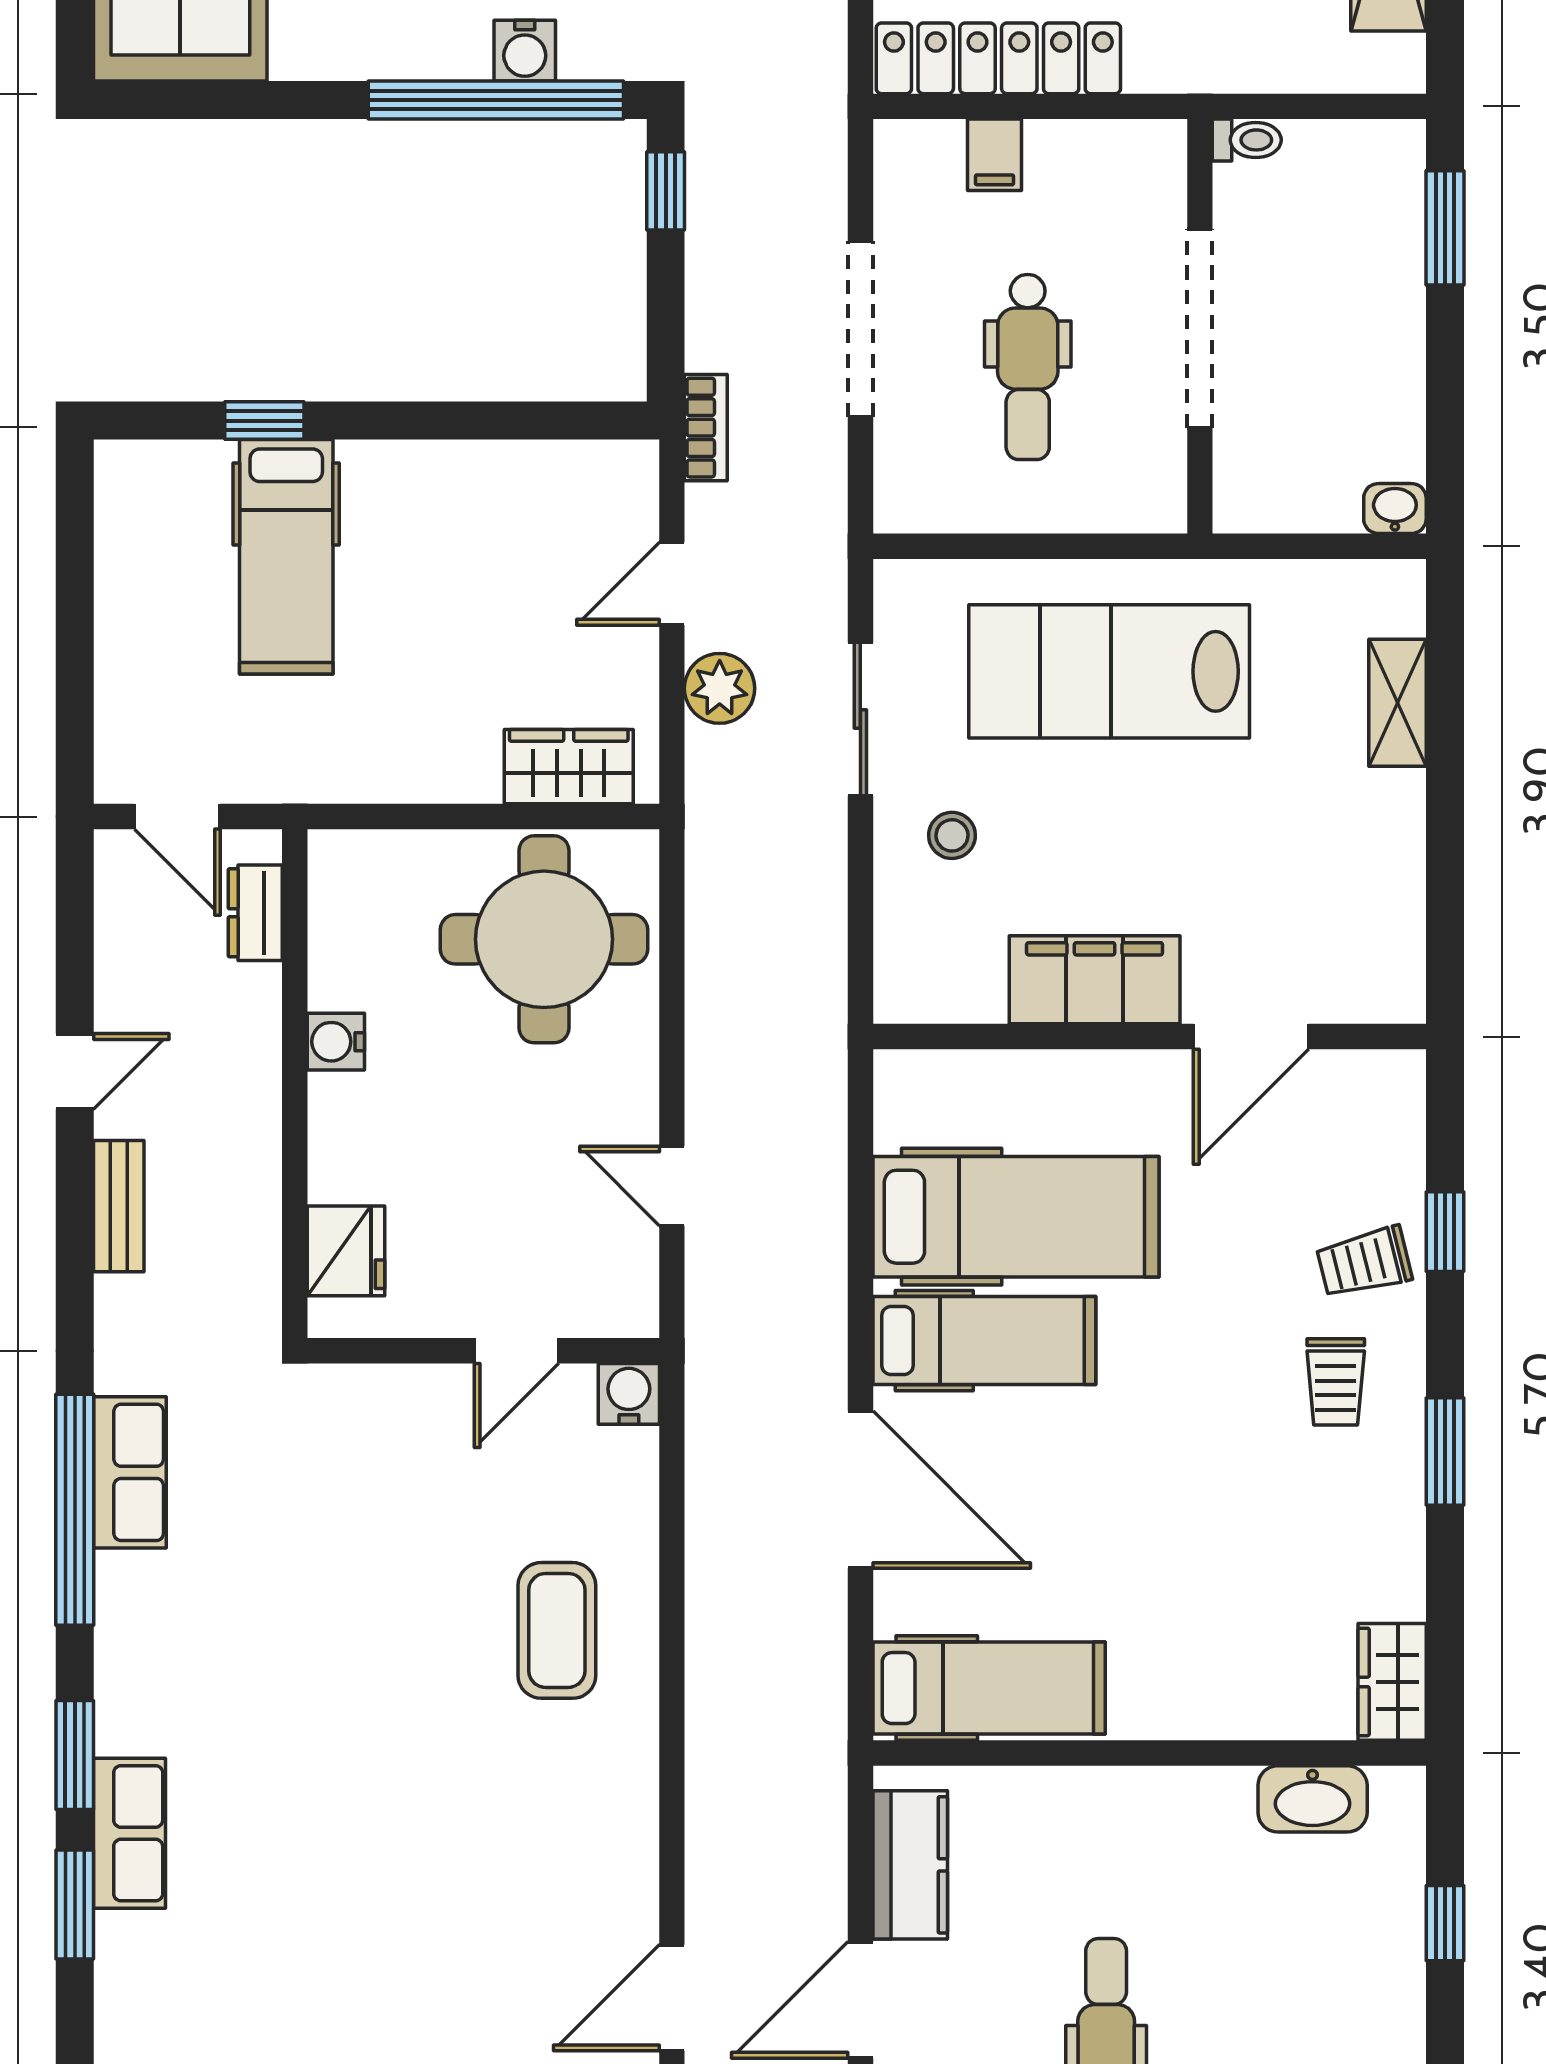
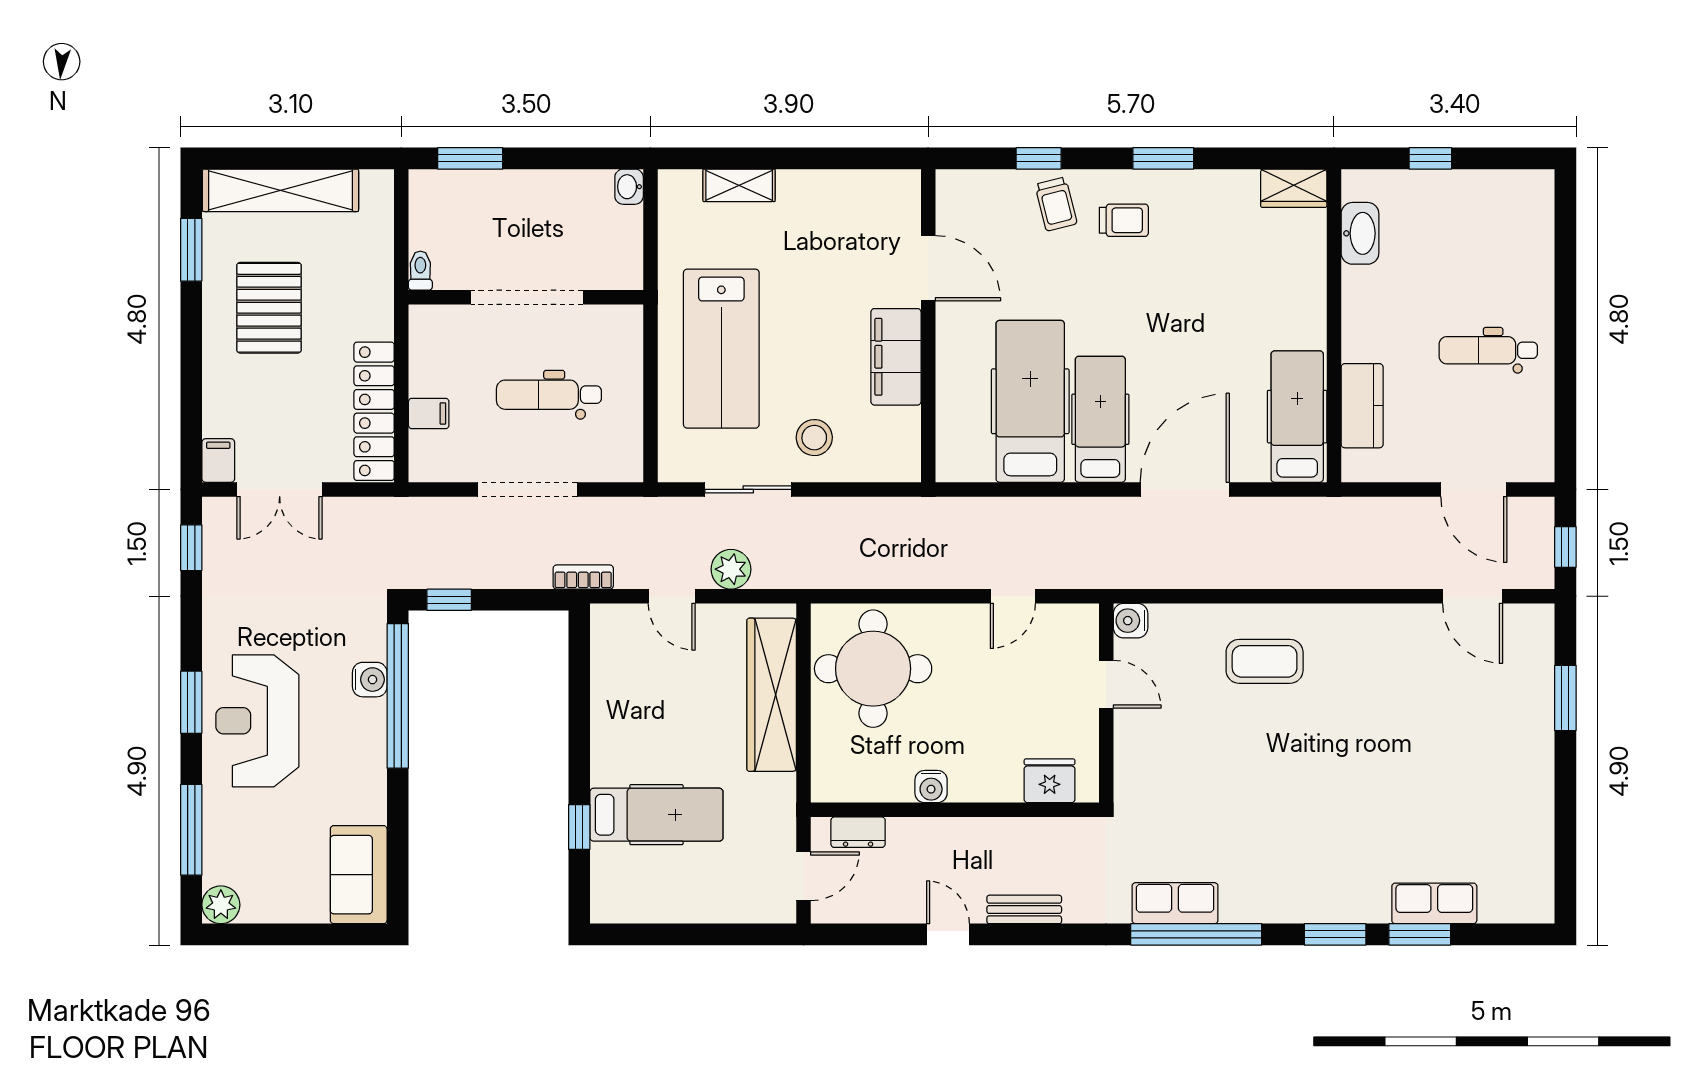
dental chair: (1028, 367) -> (549, 395), turned 180
wardrobe: (569, 767) -> (772, 695), width x2.10, depth x1.17
stool: (952, 835) -> (814, 438), width x1.37, depth x1.37
row of seats: (130, 1833) -> (1434, 903), moved
kitchen counter: (910, 1865) -> (1362, 406), moved, turned 90

